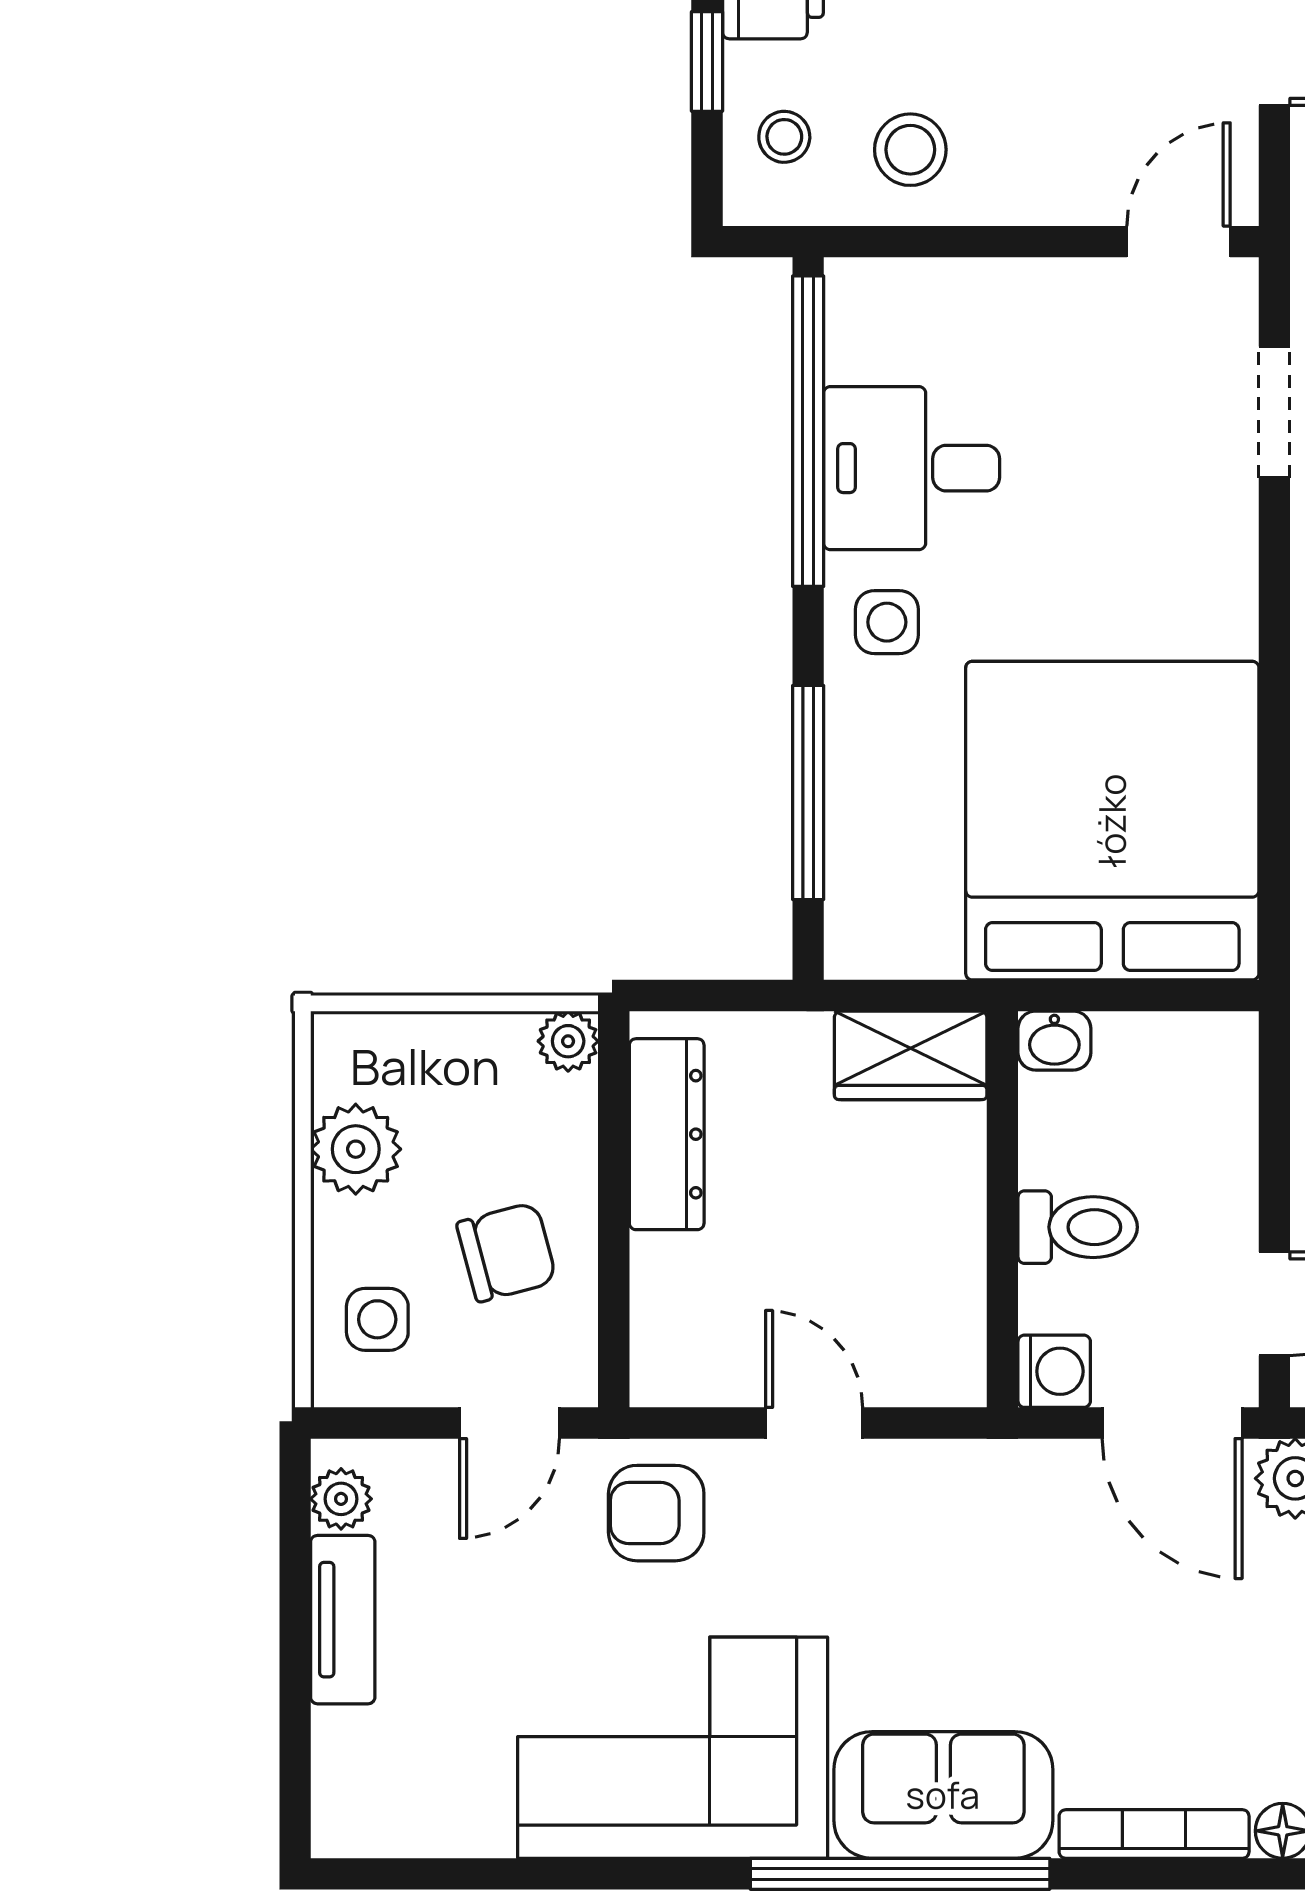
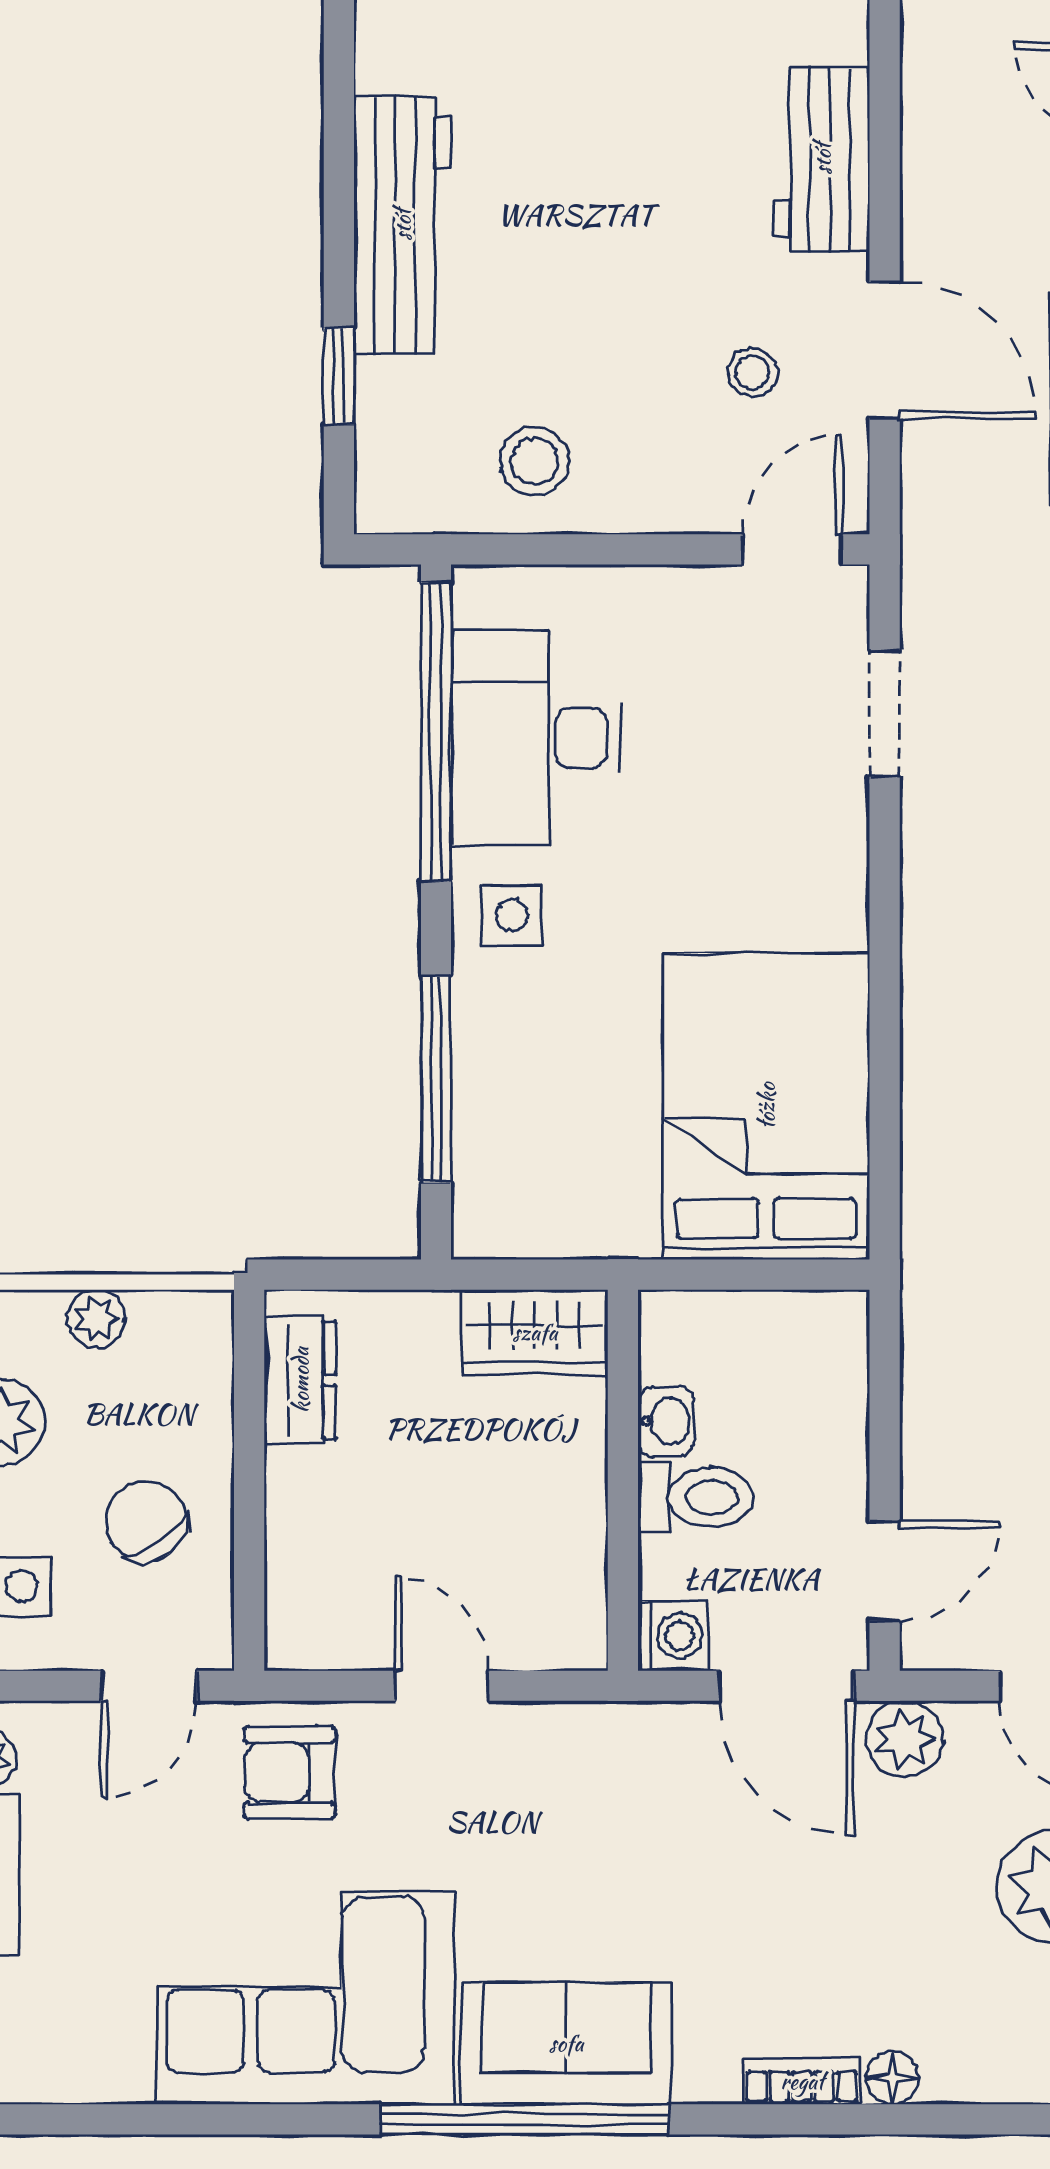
stool: (784, 137) -> (752, 372), moved
desk: (912, 468) -> (536, 738), width x1.37
bed: (1112, 821) -> (766, 1106), width x0.73
plant: (568, 1041) -> (96, 1319), moved
washbasin: (1054, 1041) -> (666, 1421), moved, turned -90
dresser: (667, 1134) -> (300, 1380), width x0.70
chair: (507, 1252) -> (146, 1521), turned -111
bookcase: (1154, 1834) -> (802, 2081), width x0.64

